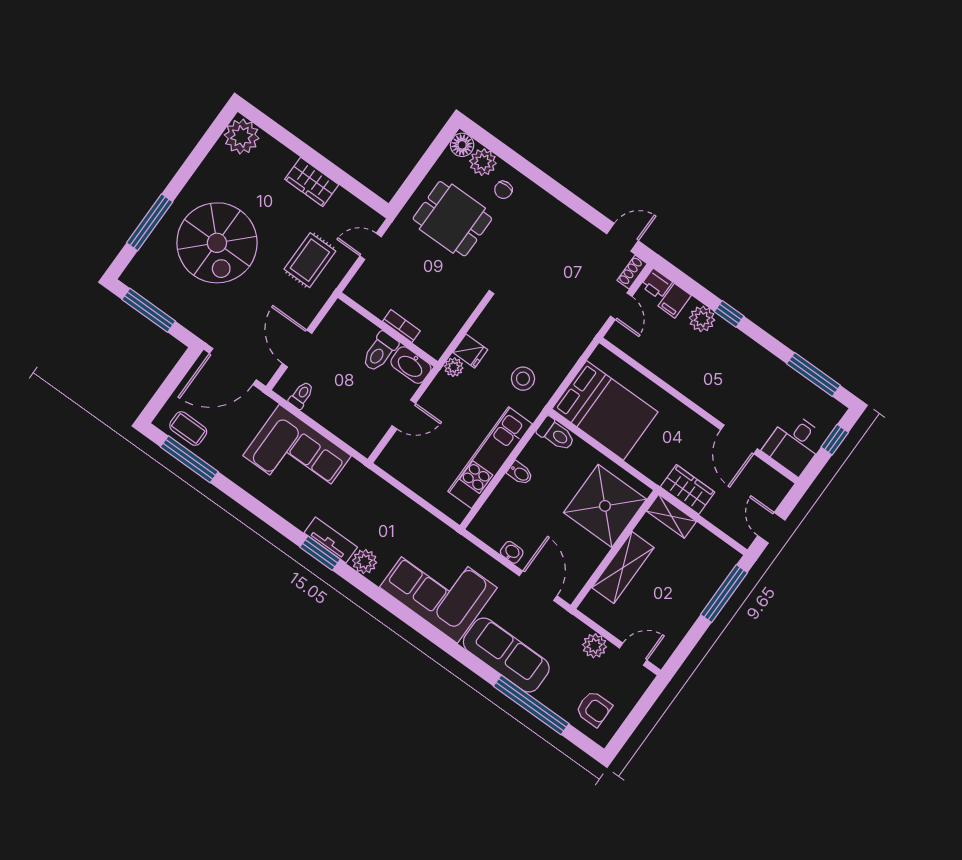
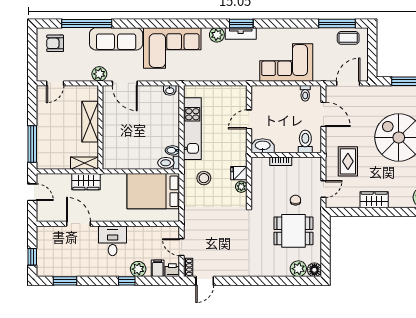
chair: (503, 190) -> (295, 200), moved
toilet: (380, 352) -> (305, 141), moved
door: (233, 367) -> (348, 83), width x0.73
plant: (454, 367) -> (241, 187), moved
window: (813, 375) -> (65, 281), width x0.69
desk: (794, 444) -> (113, 241), moved
bidet: (520, 473) -> (172, 150), moved
shower: (605, 506) -> (120, 145), removed
washbasin: (512, 552) -> (170, 90), moved
plant: (595, 646) -> (99, 74), moved

